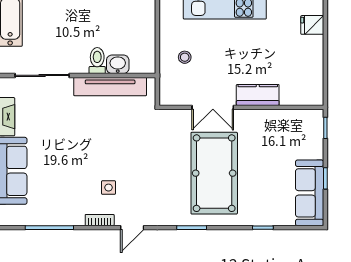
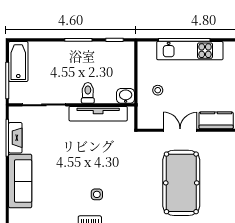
washbasin: (118, 64) -> (126, 96), moved
double door: (213, 107) -> (180, 130), swing flipped

